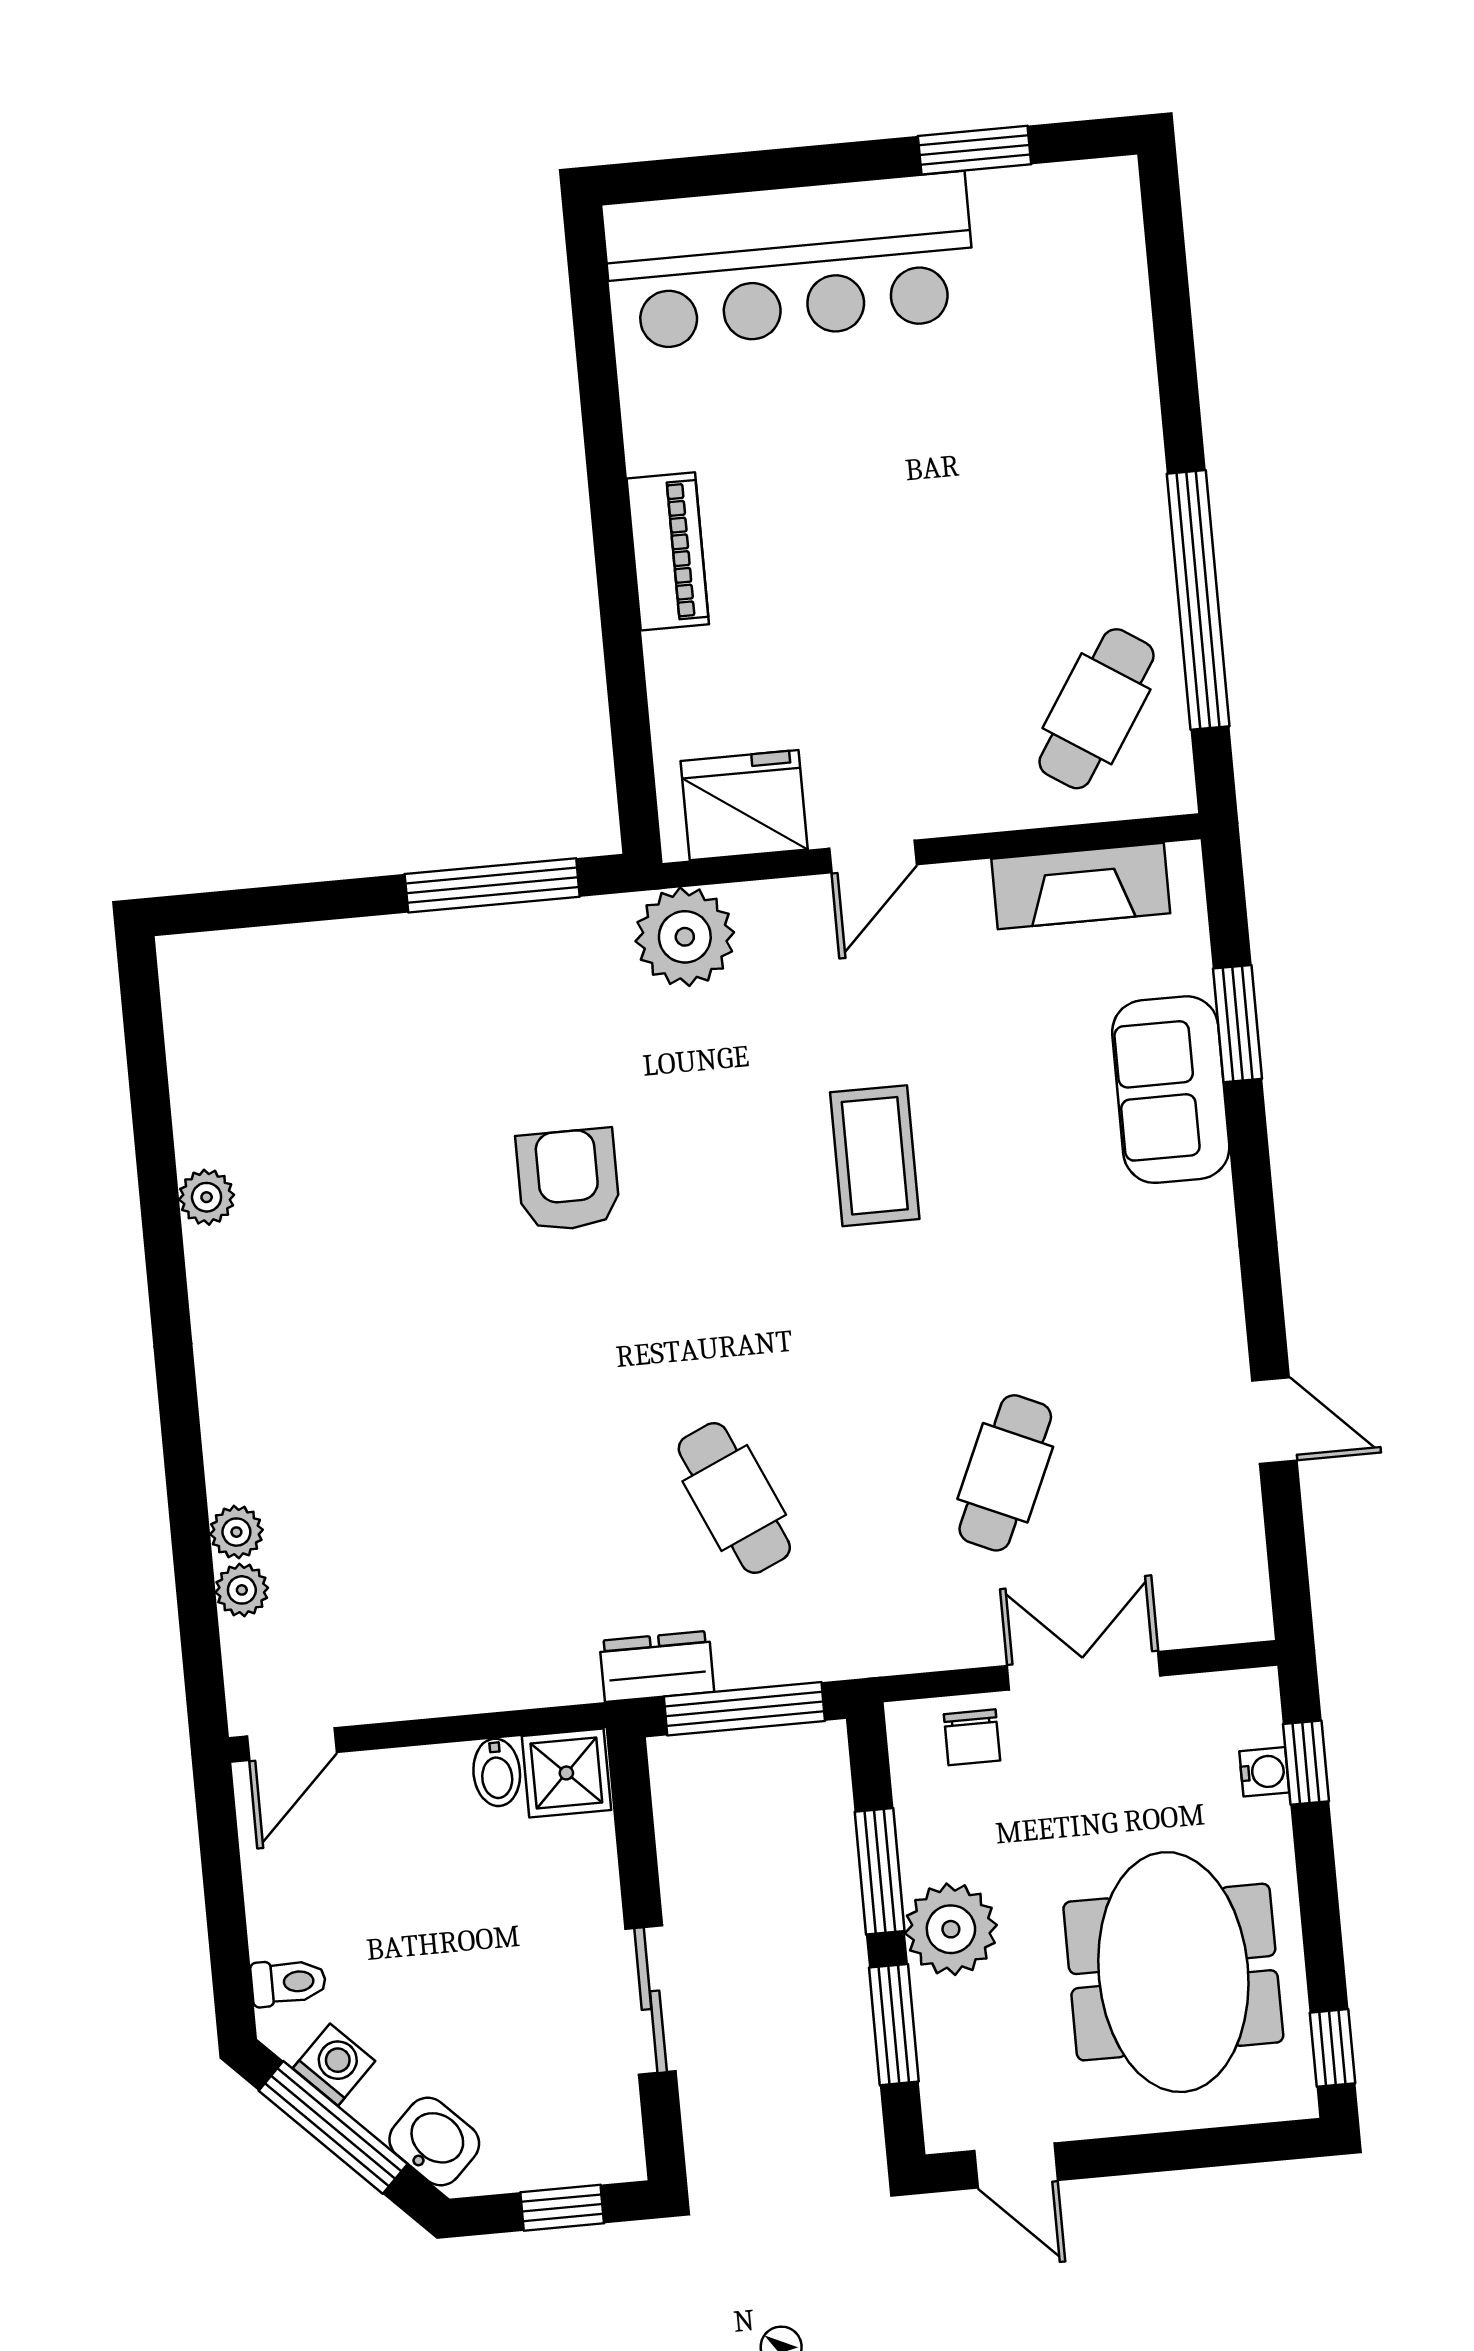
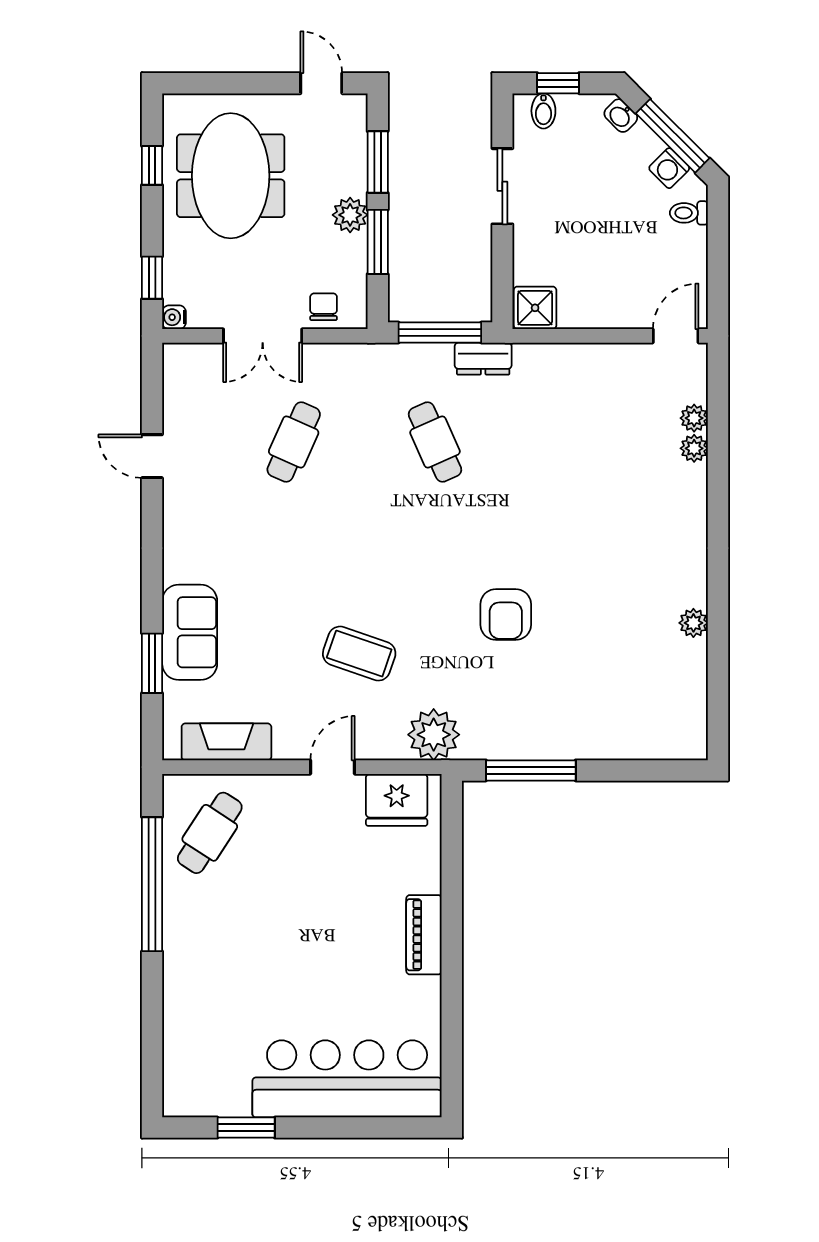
coffee table: (875, 1156) -> (359, 654), moved, turned -71
bidet: (497, 1772) -> (543, 111), moved, turned 180
water cooler: (1264, 1772) -> (174, 317), moved
plant: (951, 1929) -> (350, 215), width x0.73, depth x0.73
window: (1332, 2048) -> (152, 165), moved
washbasin: (434, 2142) -> (621, 116), width x0.72, depth x0.69

